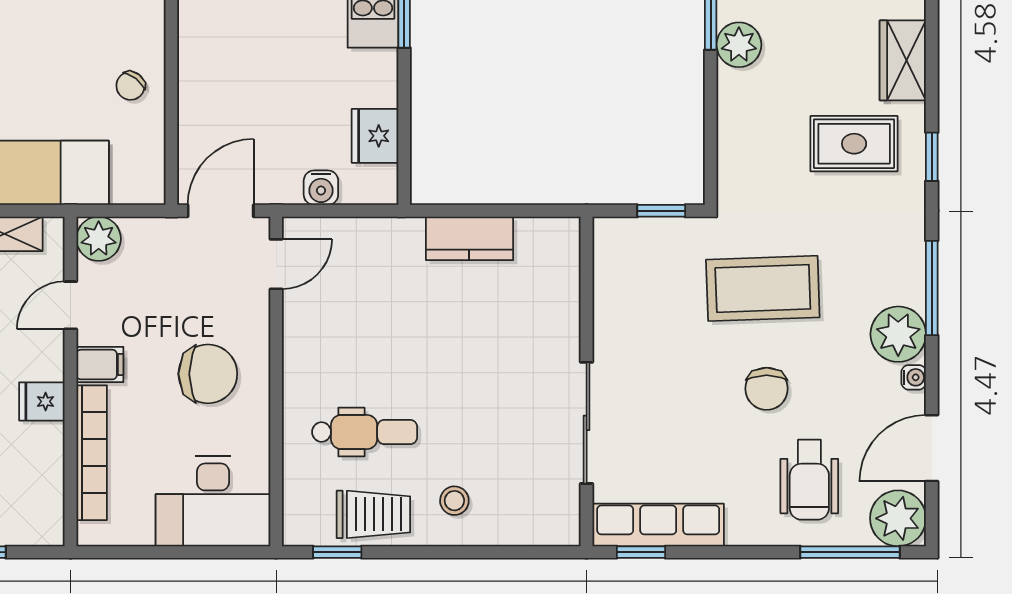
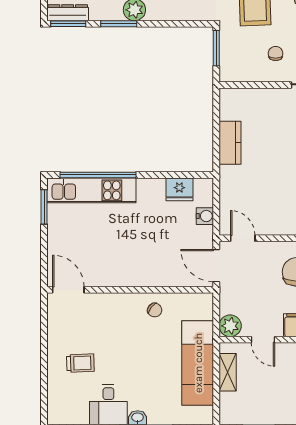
window: (661, 211) -> (216, 48), width x1.50
chair: (650, 331) -> (276, 54), added

